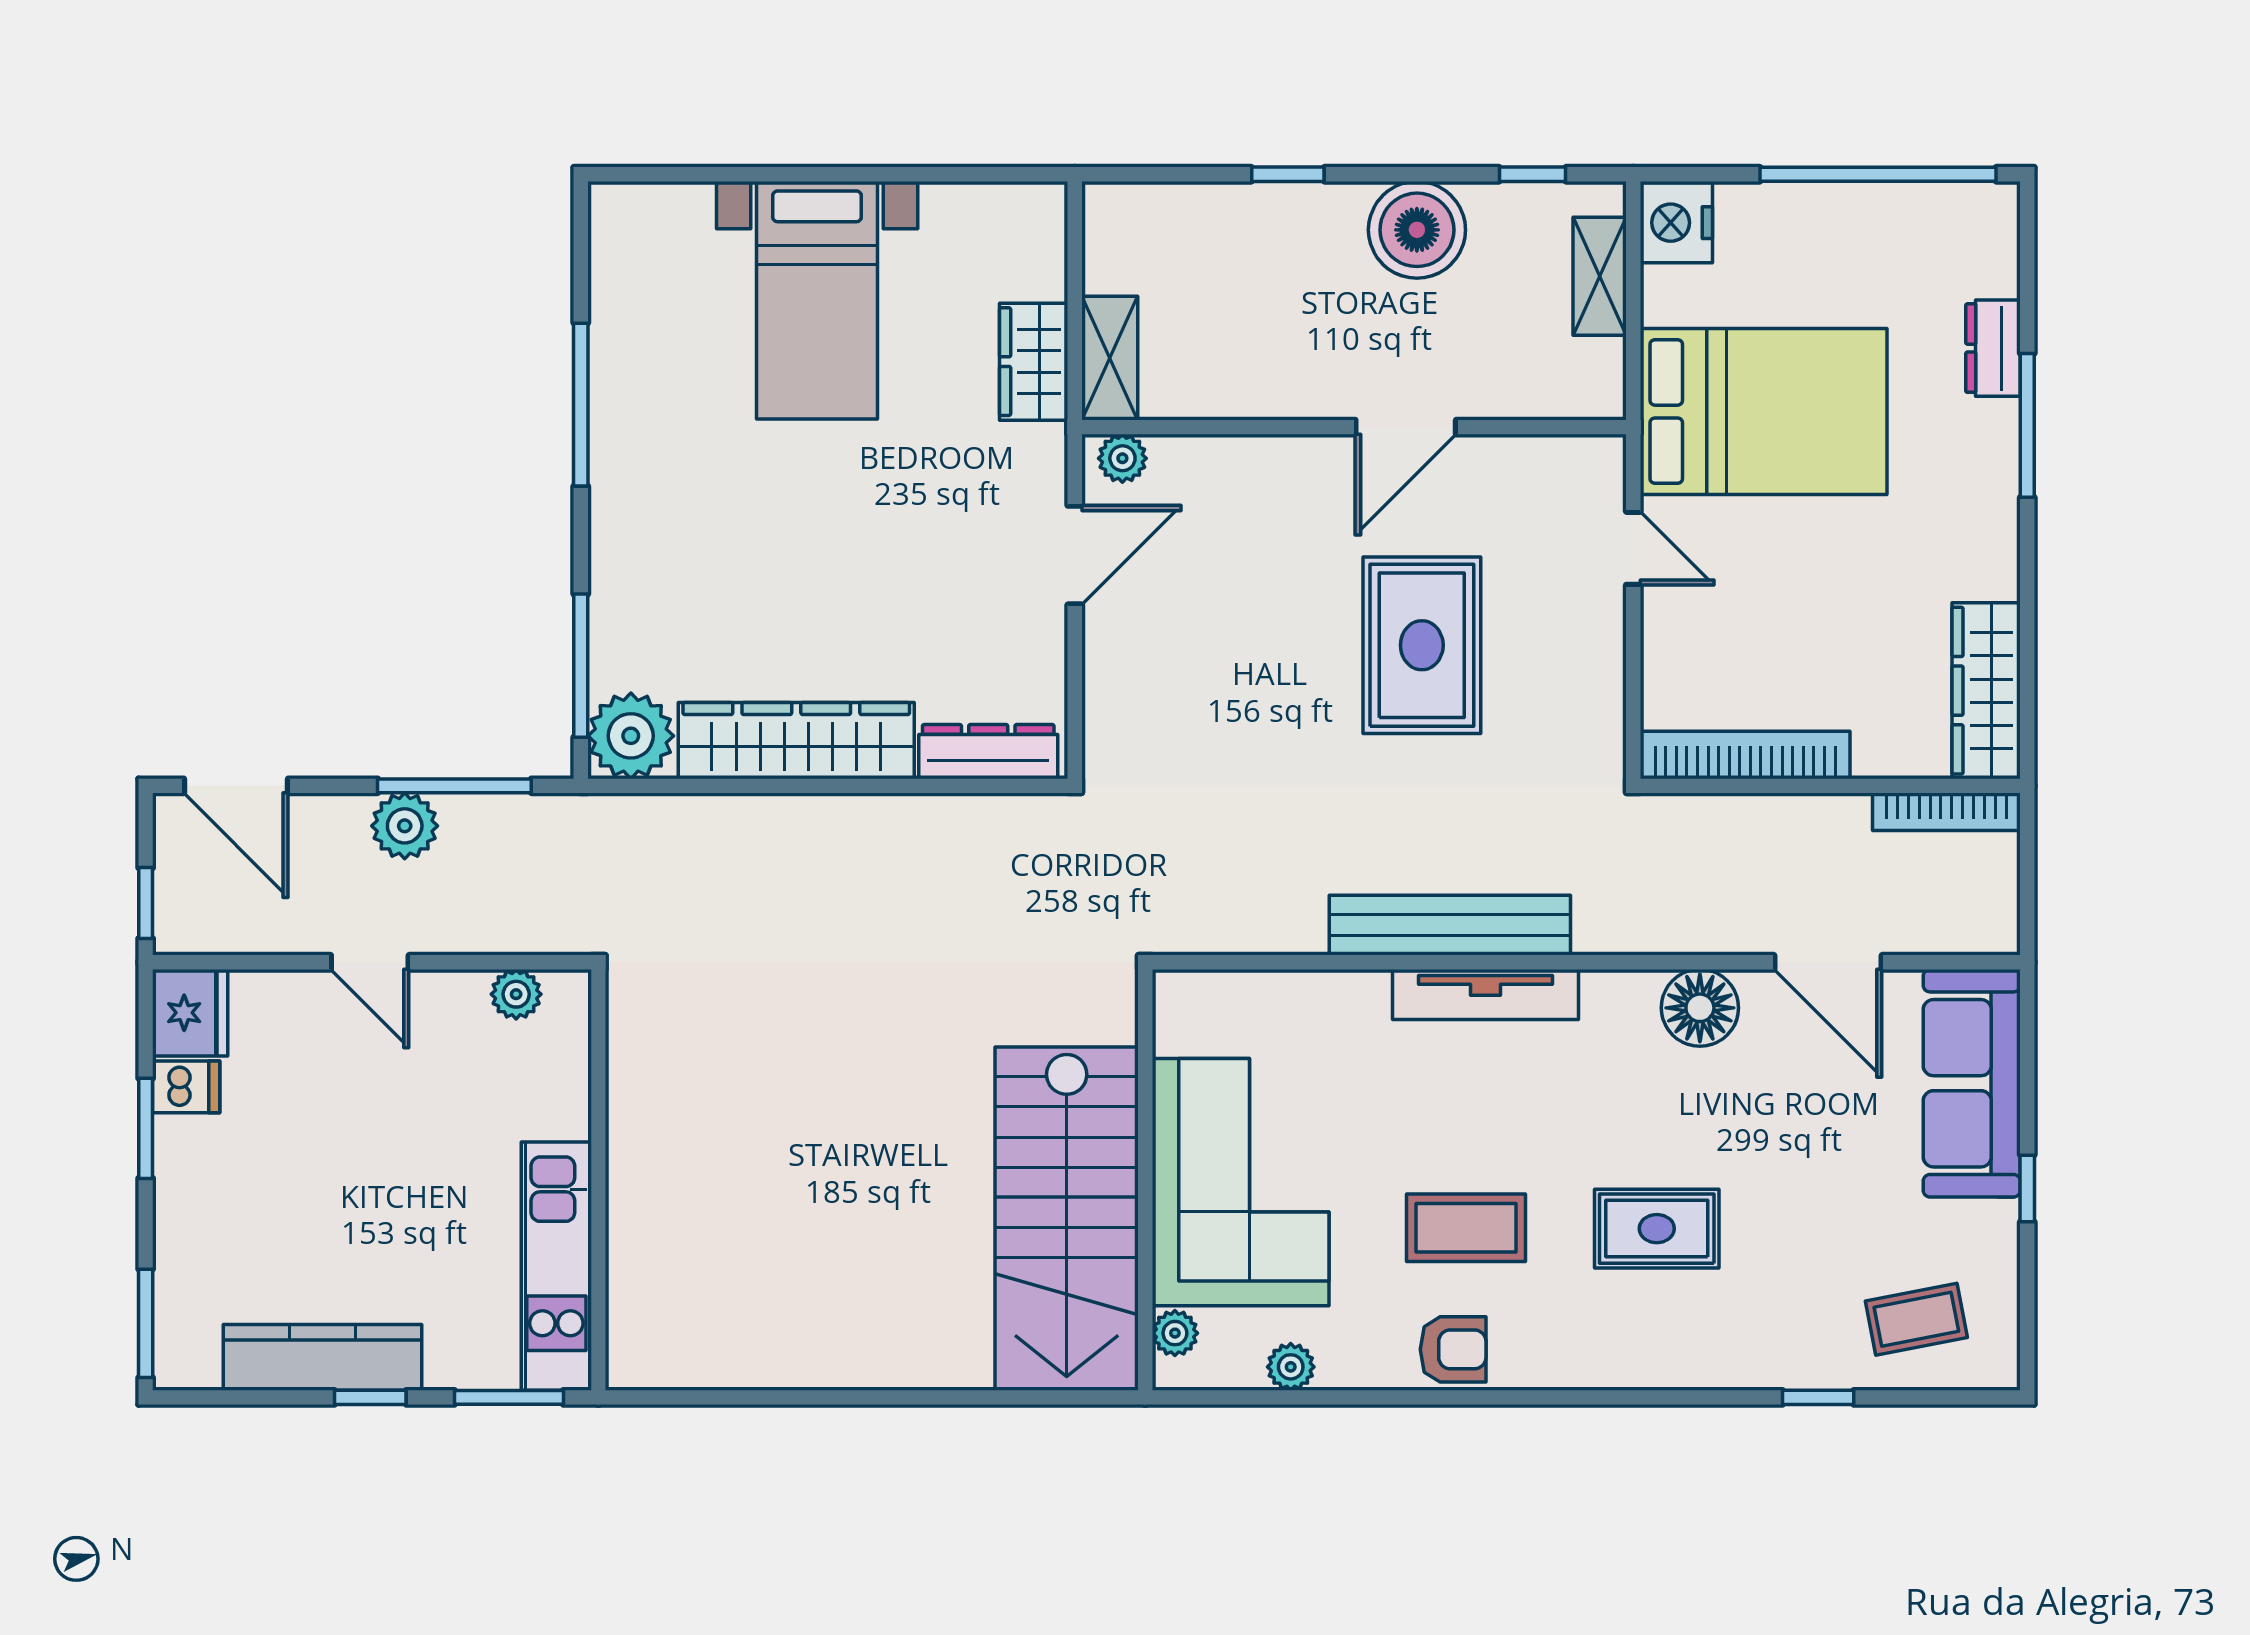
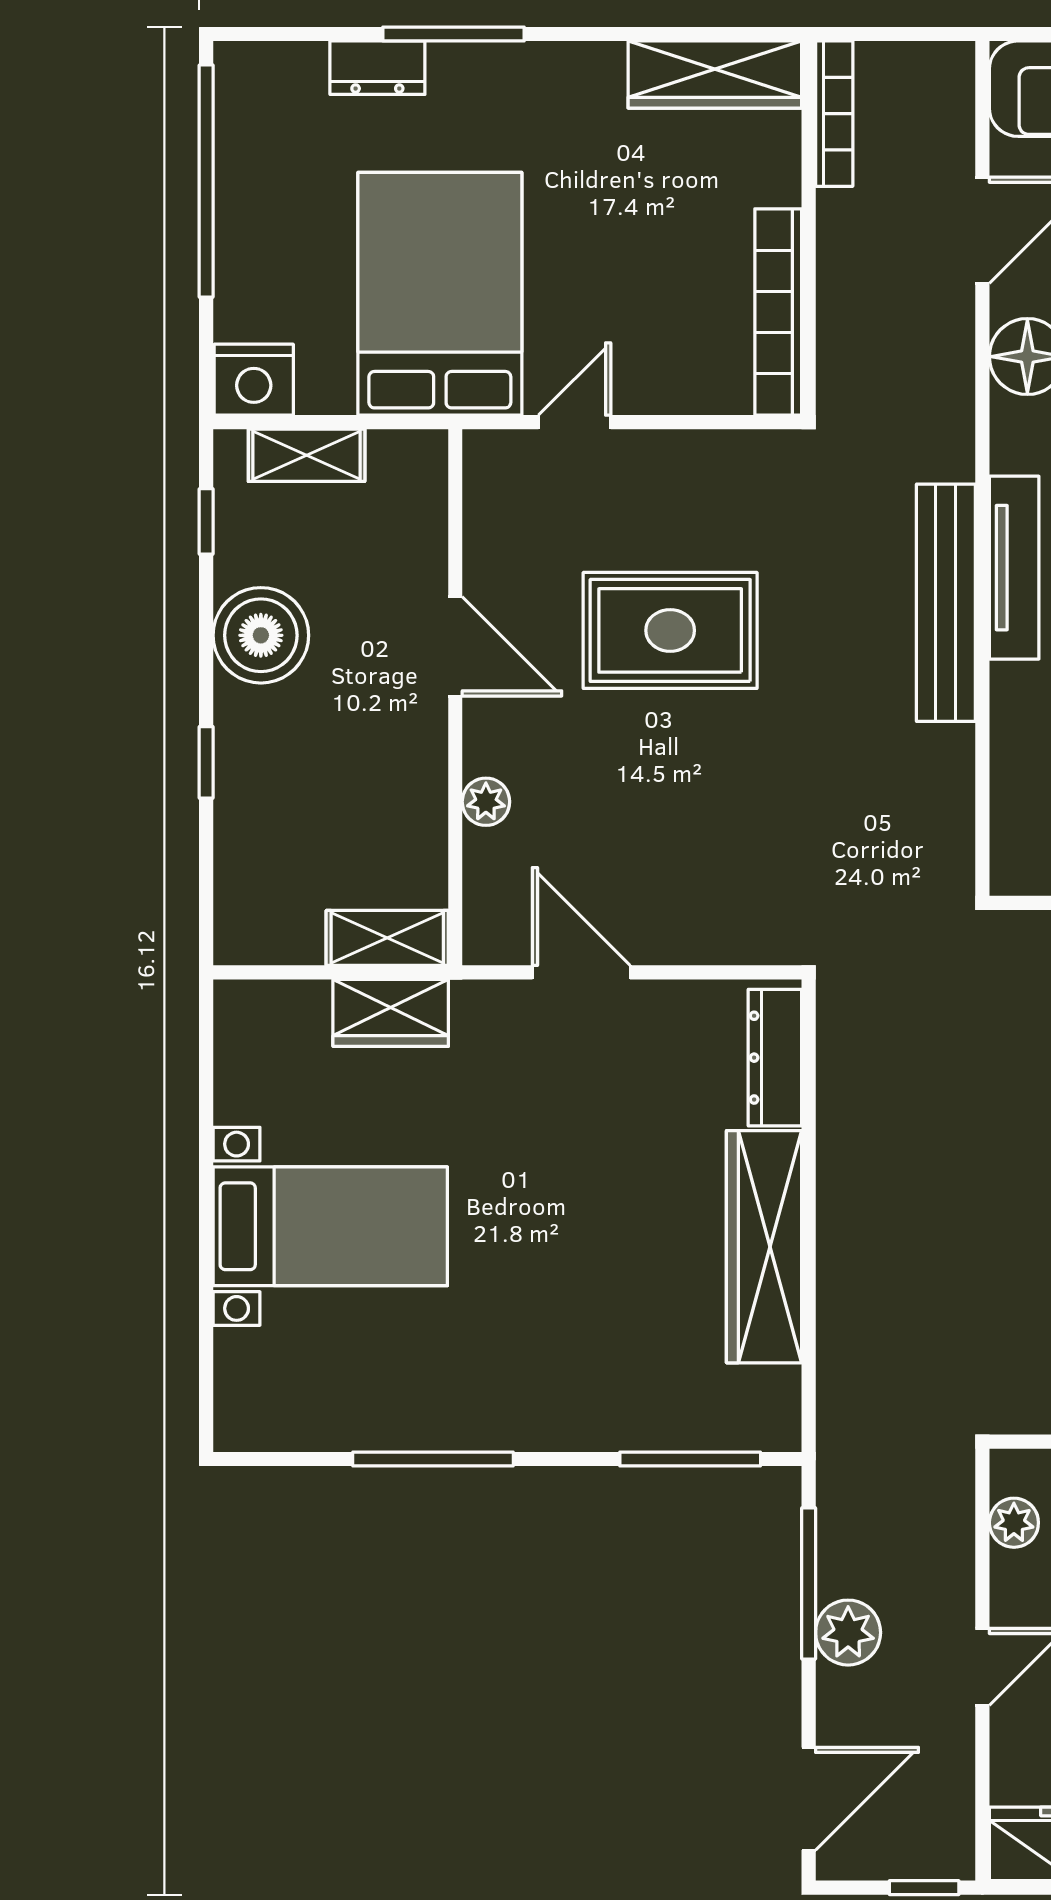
plant: (1122, 458) -> (486, 802), moved
plant: (631, 736) -> (759, 1410), removed

